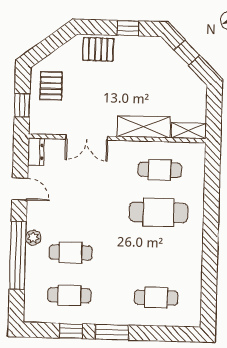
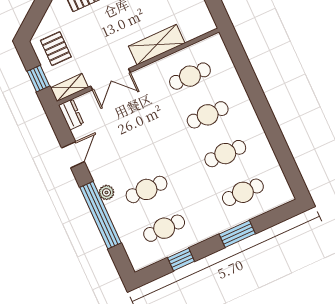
shelving: (189, 131) -> (69, 87), moved
door: (20, 189) -> (73, 155), hinge flipped
cafe table: (159, 212) -> (208, 115), width x0.73, depth x0.74
cafe table: (157, 255) -> (225, 154), added
window: (112, 332) -> (237, 234), moved

